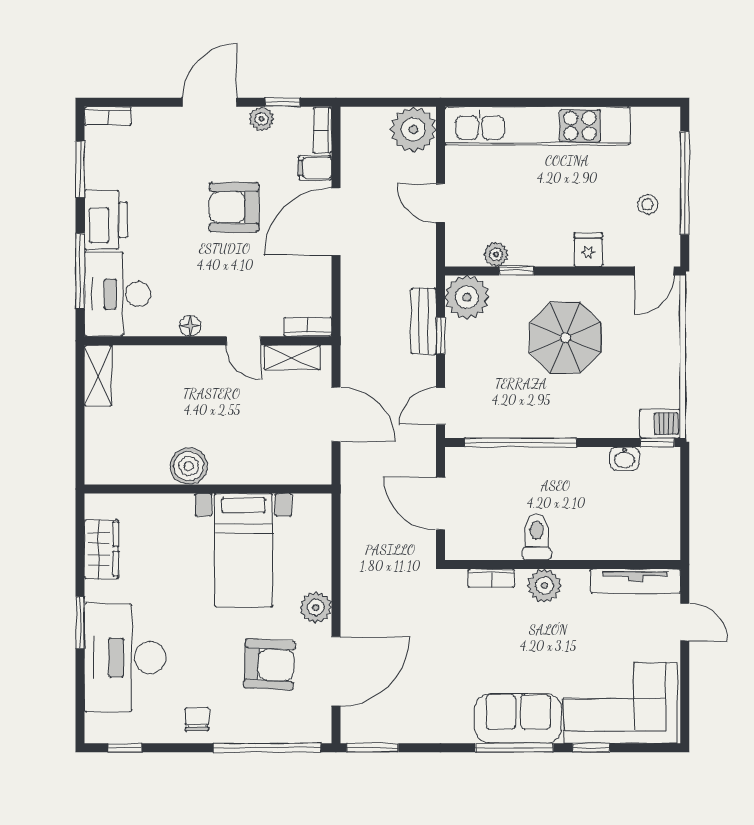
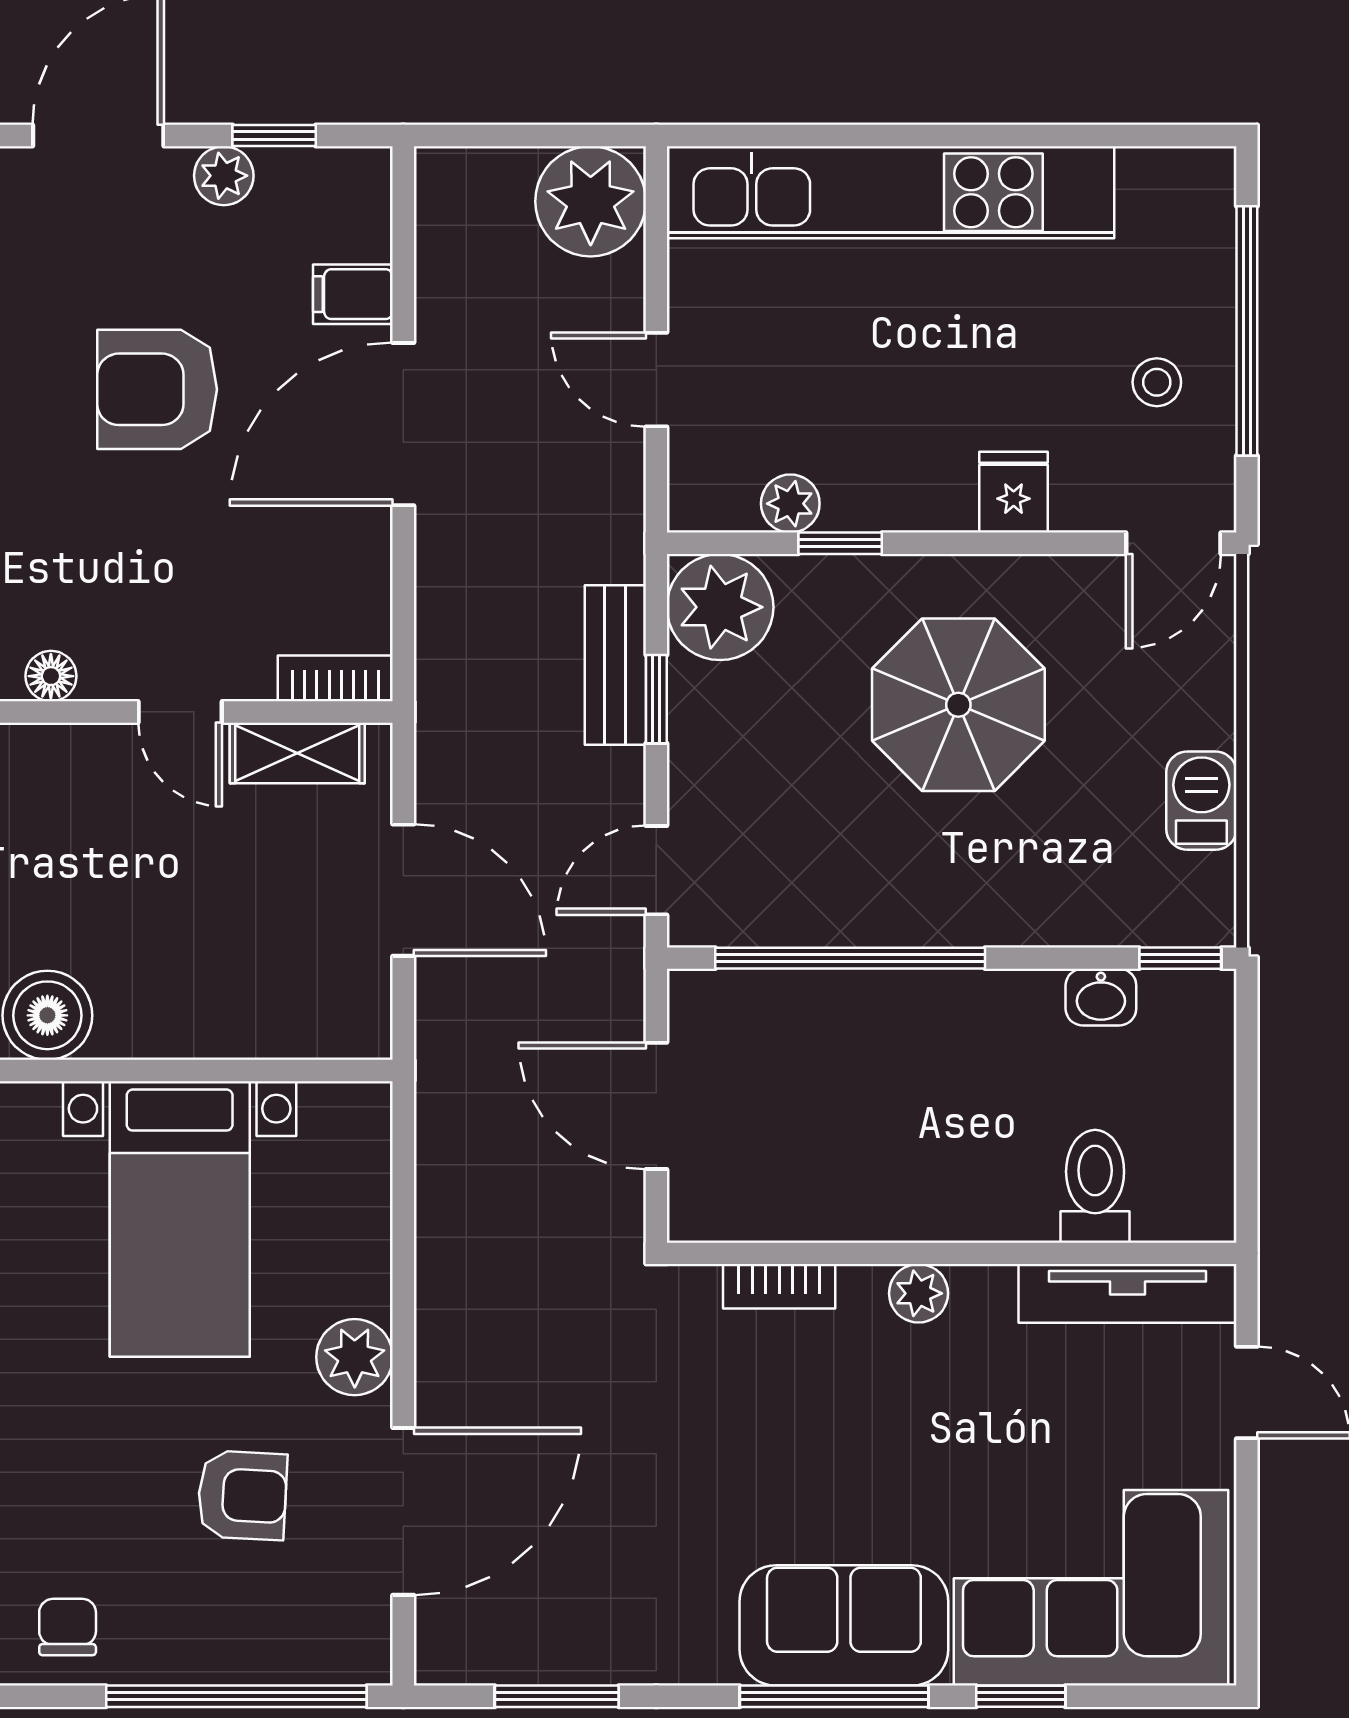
bookcase: (322, 130) -> (370, 203), removed
barbecue: (660, 424) -> (1201, 801), moved, turned -90
toilet: (537, 537) -> (1095, 1186), moved
plant: (544, 586) -> (919, 1293), width x0.73, depth x0.73
armchair: (269, 665) -> (242, 1495), width x0.72, depth x0.72
window: (372, 748) -> (557, 1696), moved

